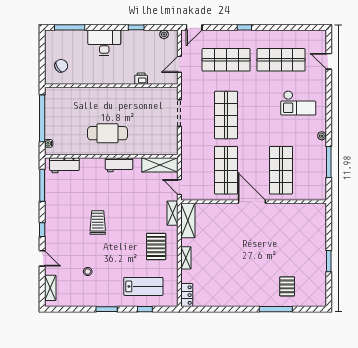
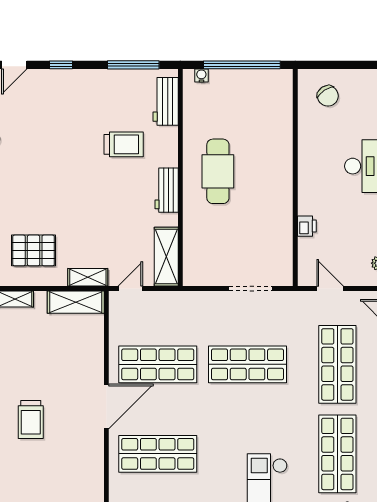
trolley: (98, 222) -> (124, 144), moved
trolley: (260, 248) -> (31, 420), added

